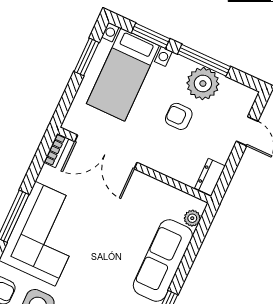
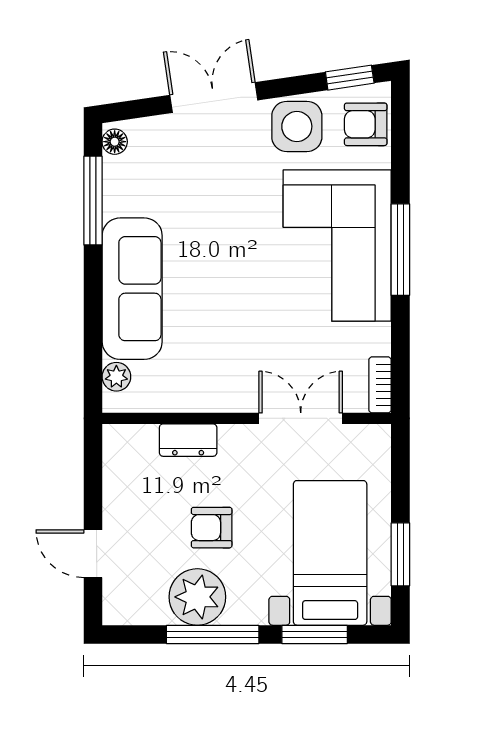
armchair: (179, 116) -> (212, 528), turned 180
double door: (106, 152) -> (301, 418), width x0.73
dresser: (210, 177) -> (188, 440), moved, turned 90

